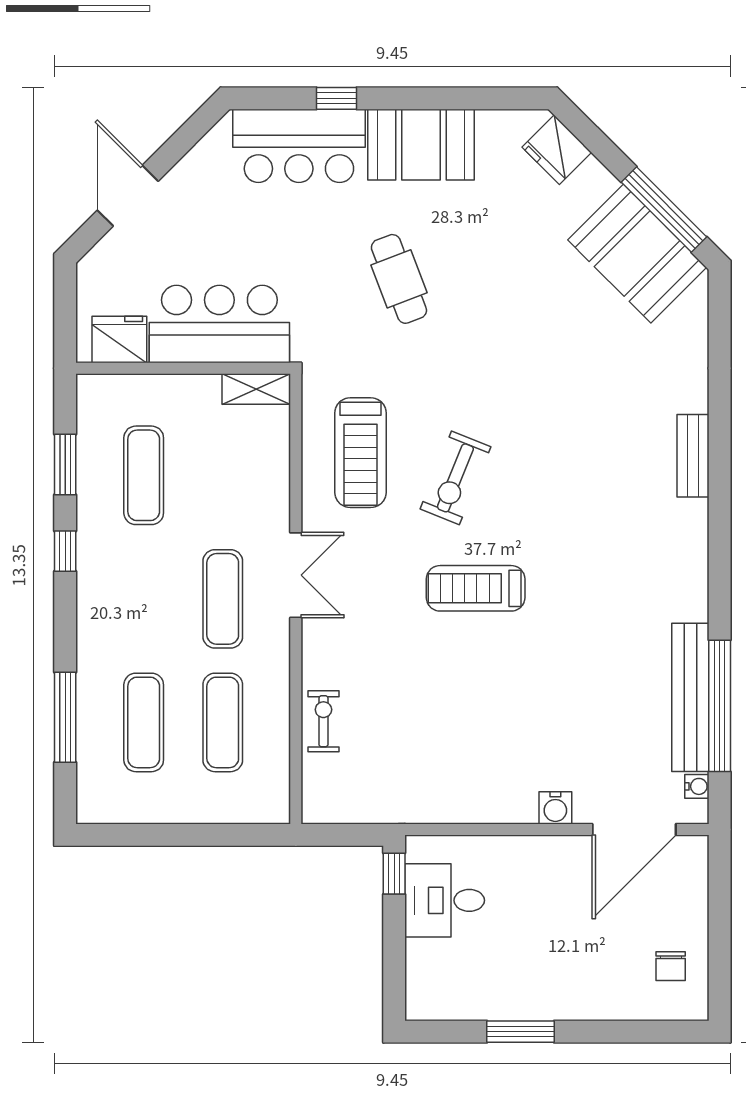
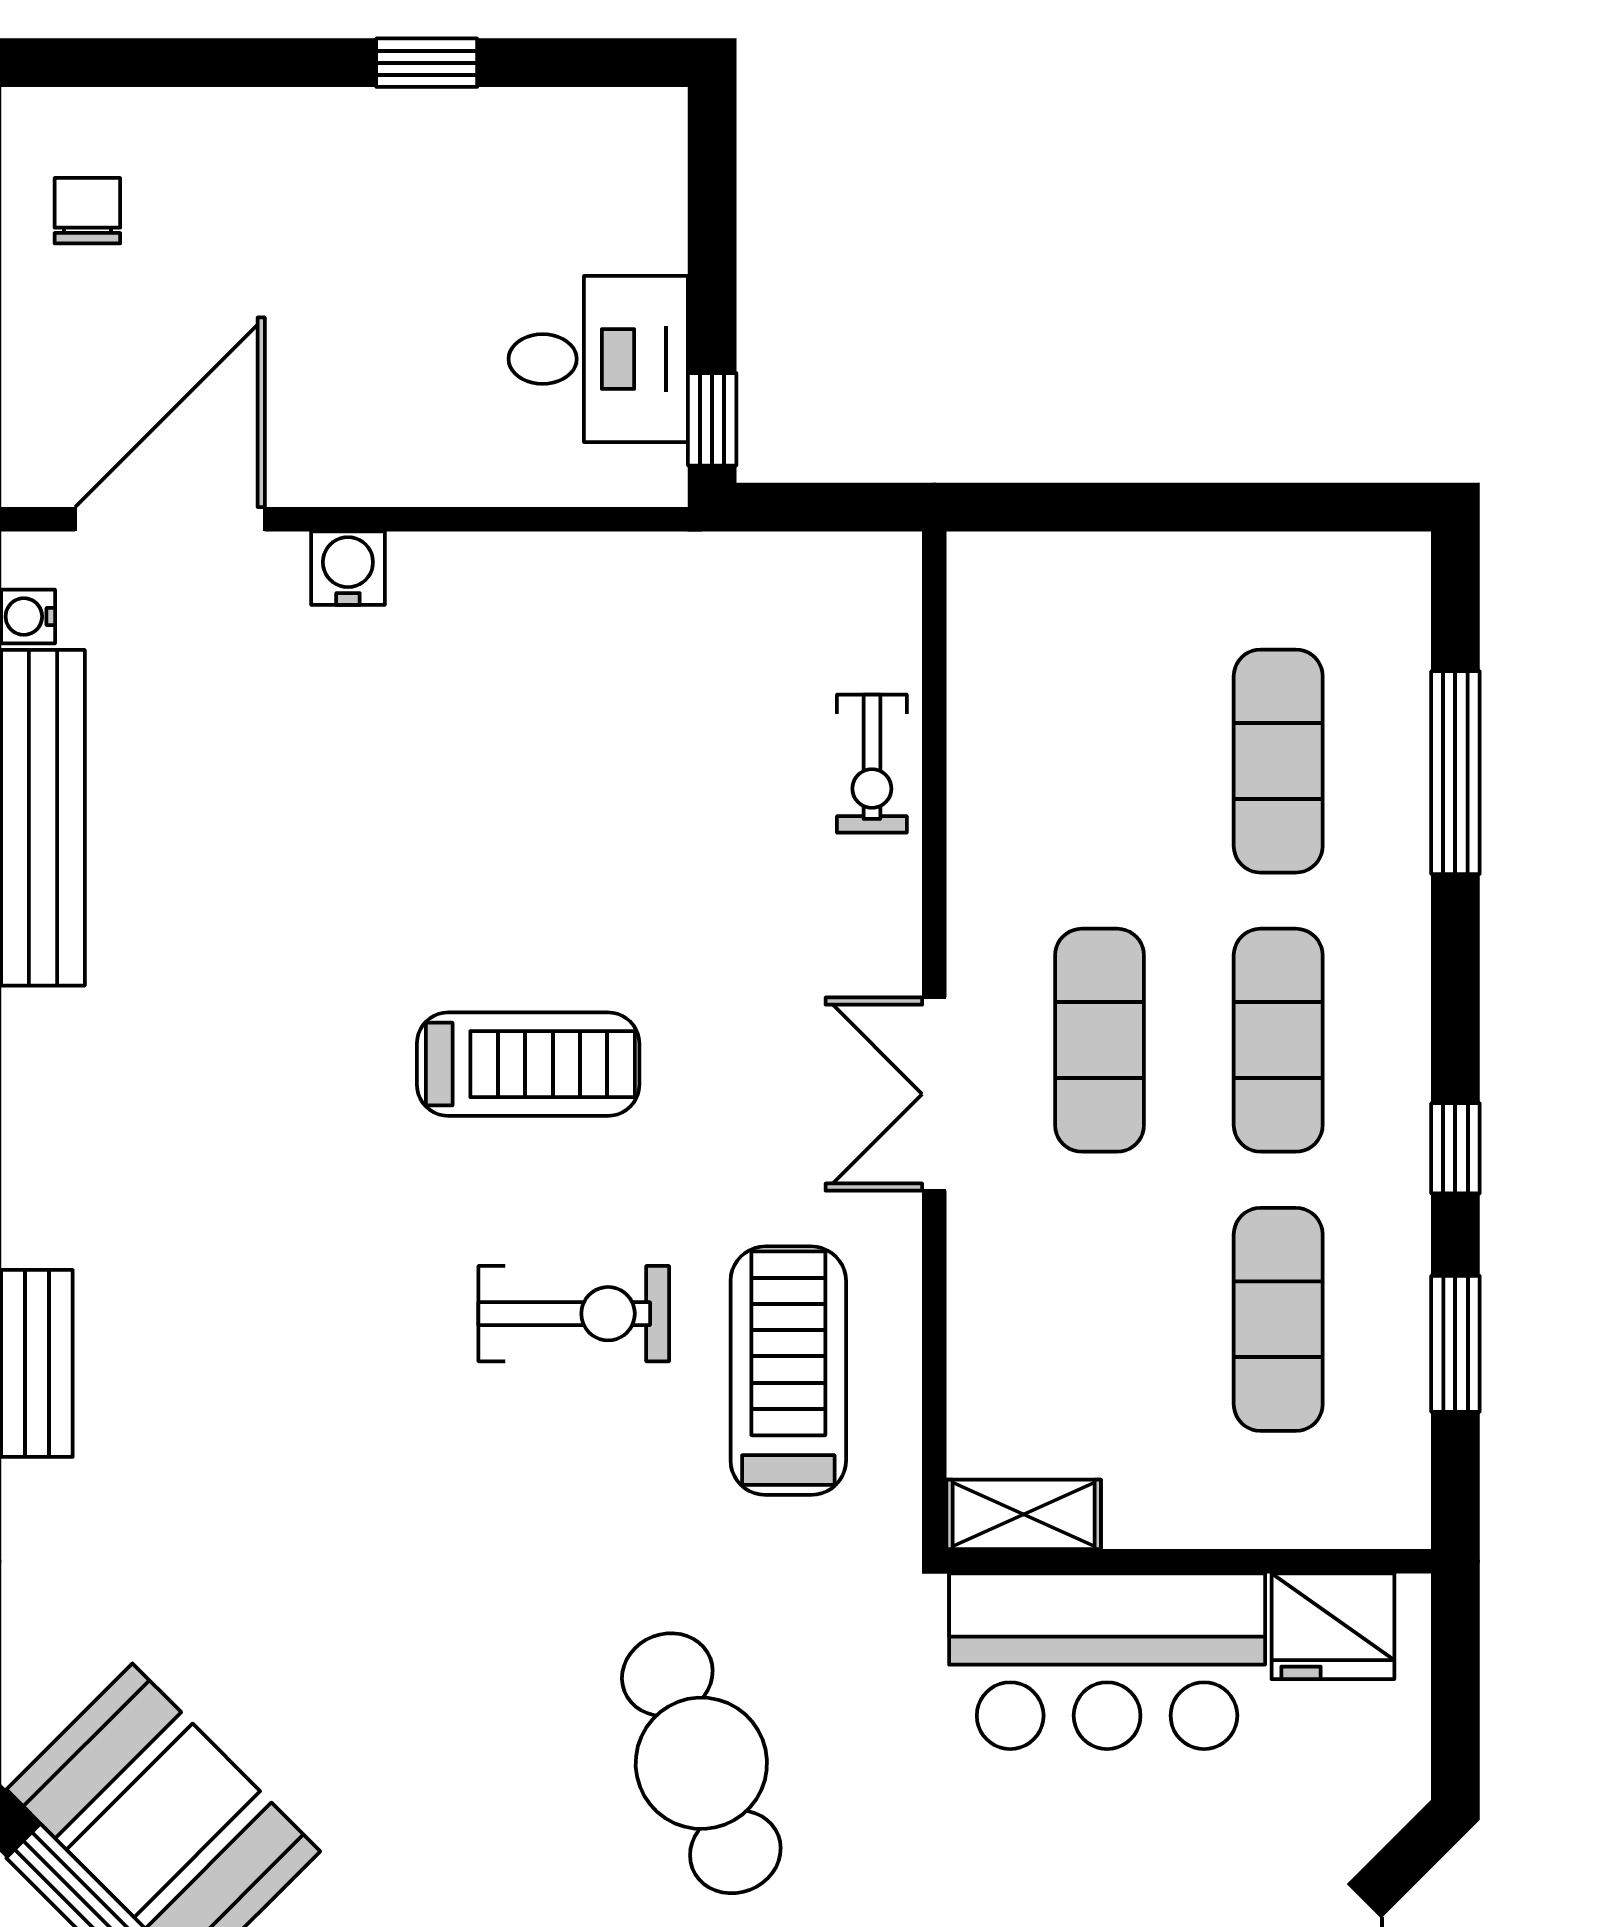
cafe table: (399, 279) -> (701, 1763), width x1.37, depth x1.35
exercise bike: (455, 478) -> (574, 1314), turned 68
exercise mat: (223, 722) -> (1278, 1040), moved
window: (521, 1032) -> (427, 63), width x0.67

